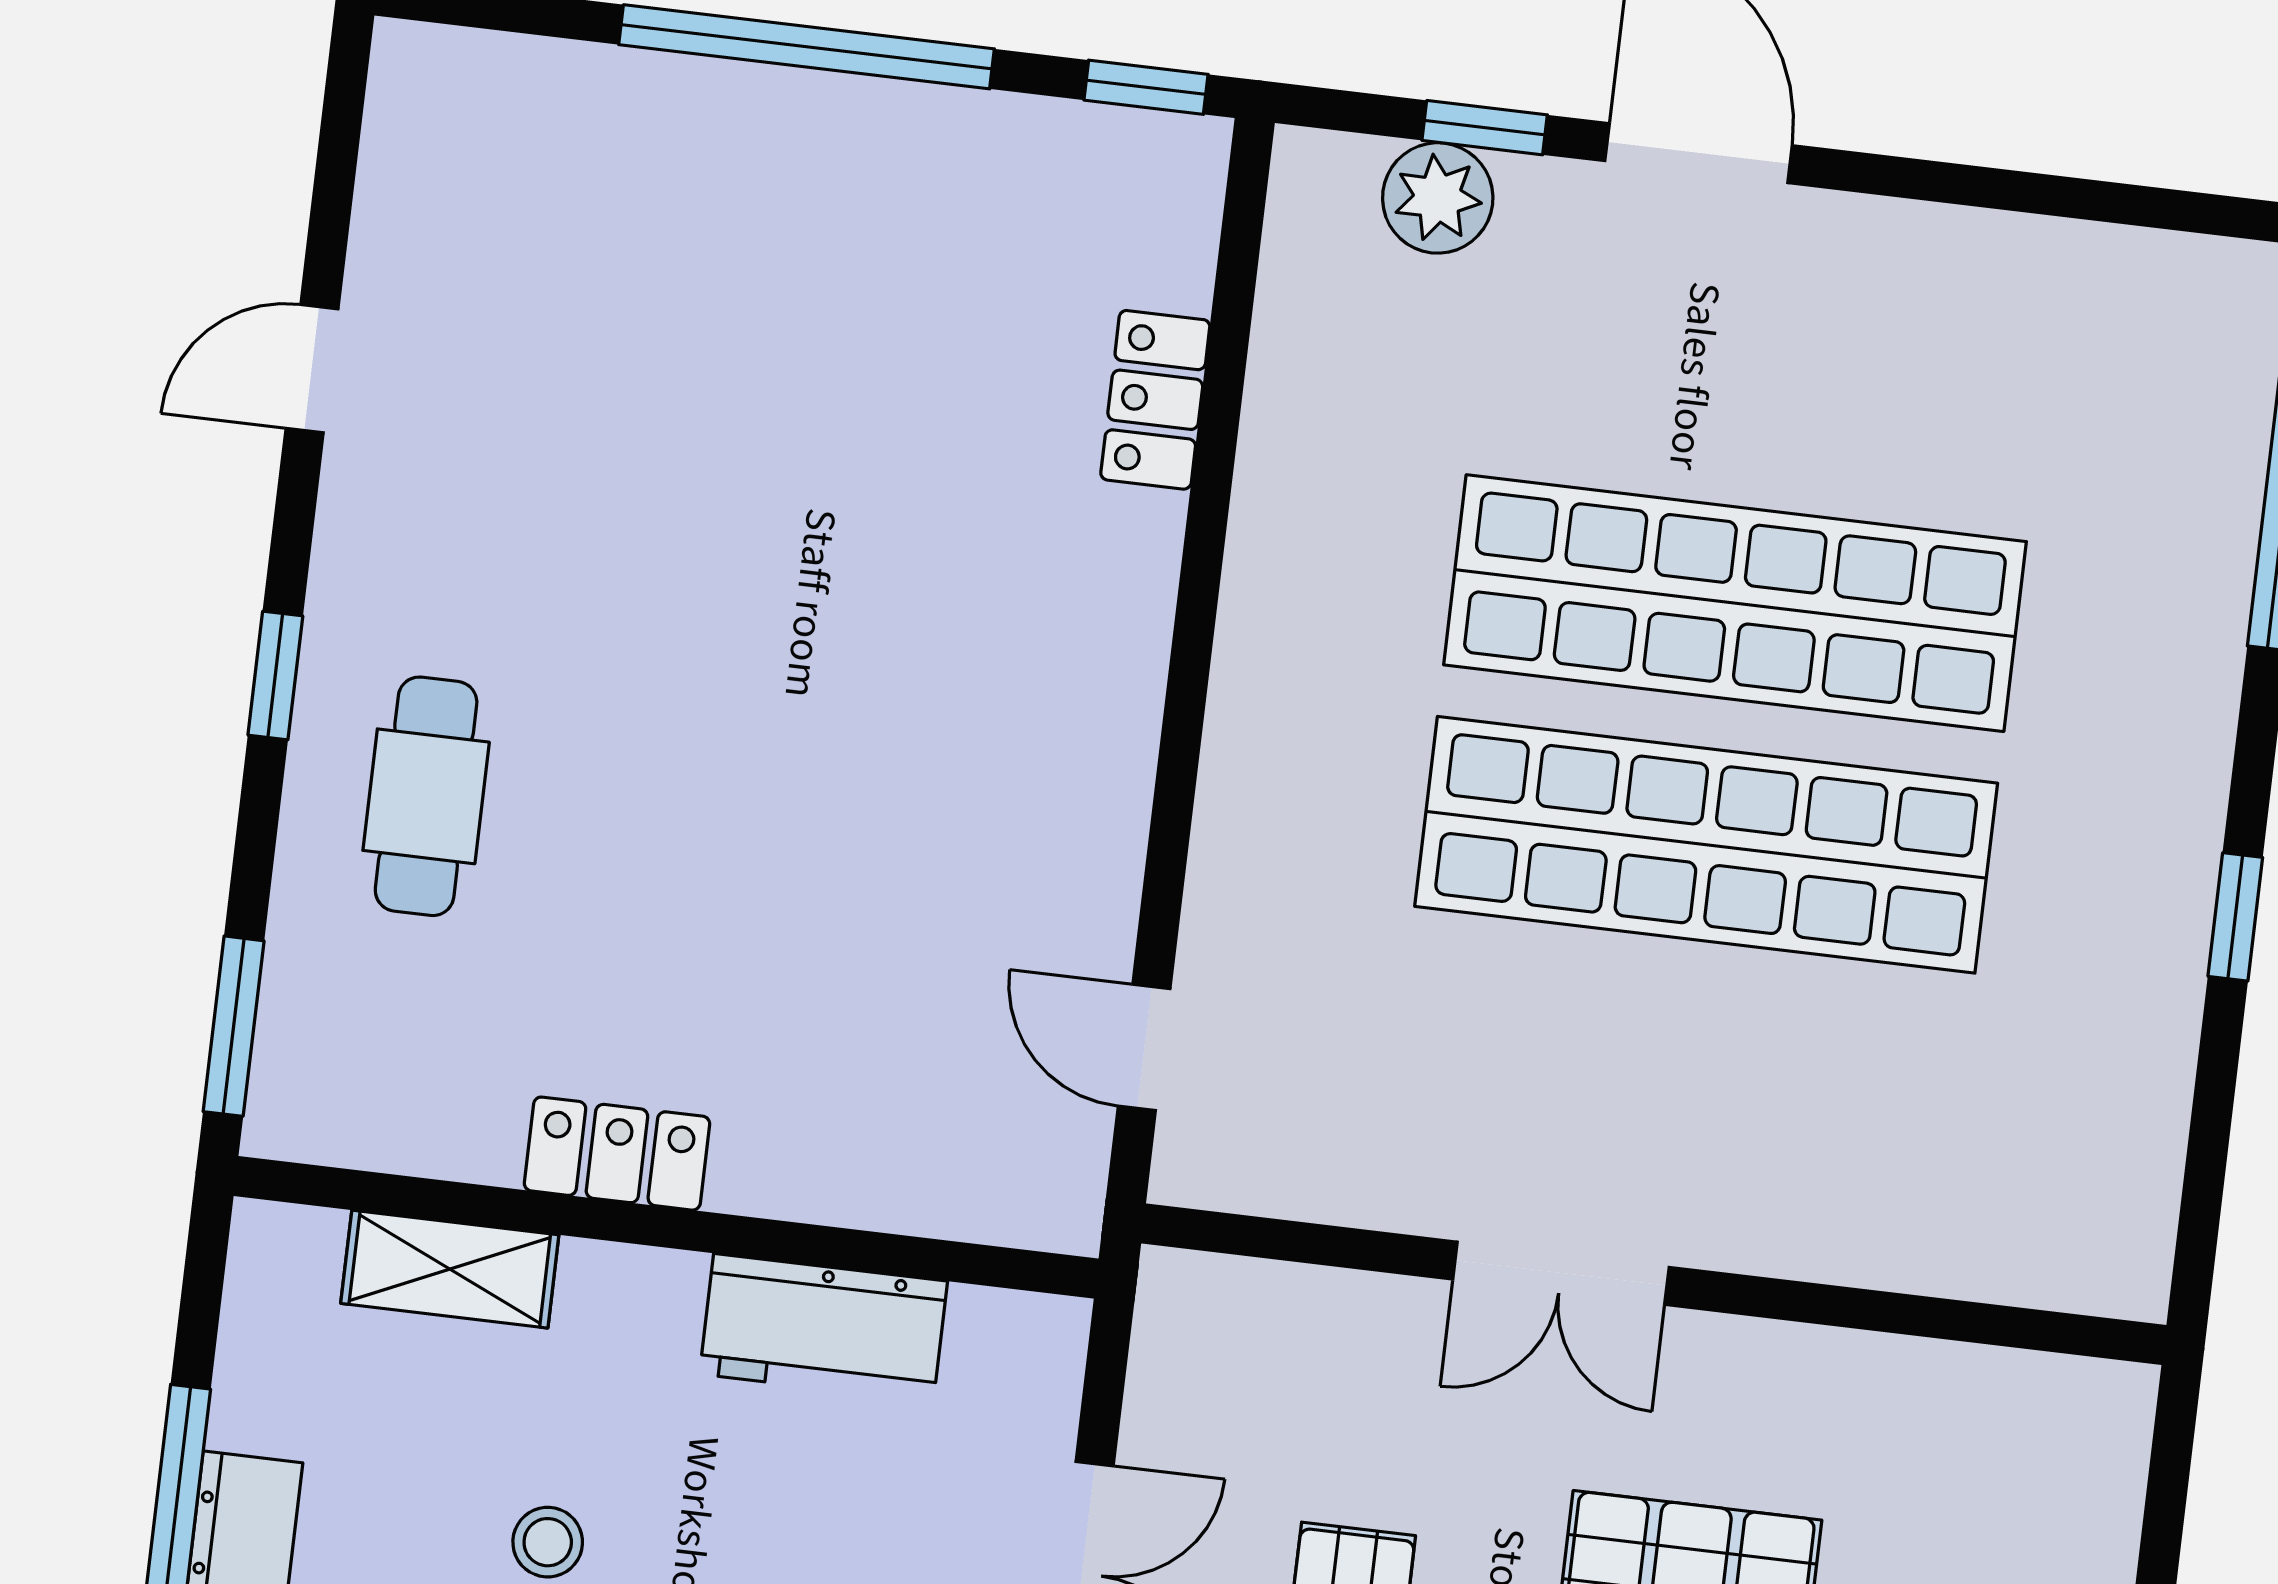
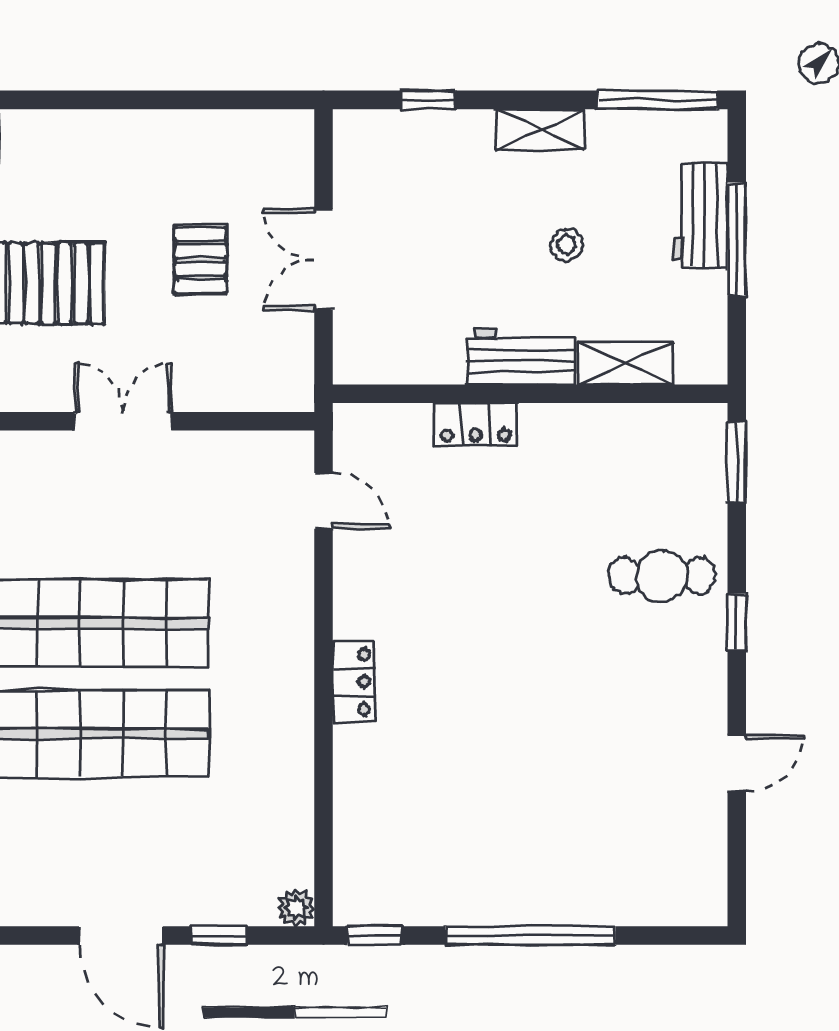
plant: (1438, 198) -> (296, 908), moved, width x0.73, depth x0.73
locker: (1155, 400) -> (353, 682), moved
cafe table: (426, 796) -> (662, 576), turned 90
locker: (617, 1154) -> (476, 424), moved
workbench: (823, 1328) -> (521, 357), moved

